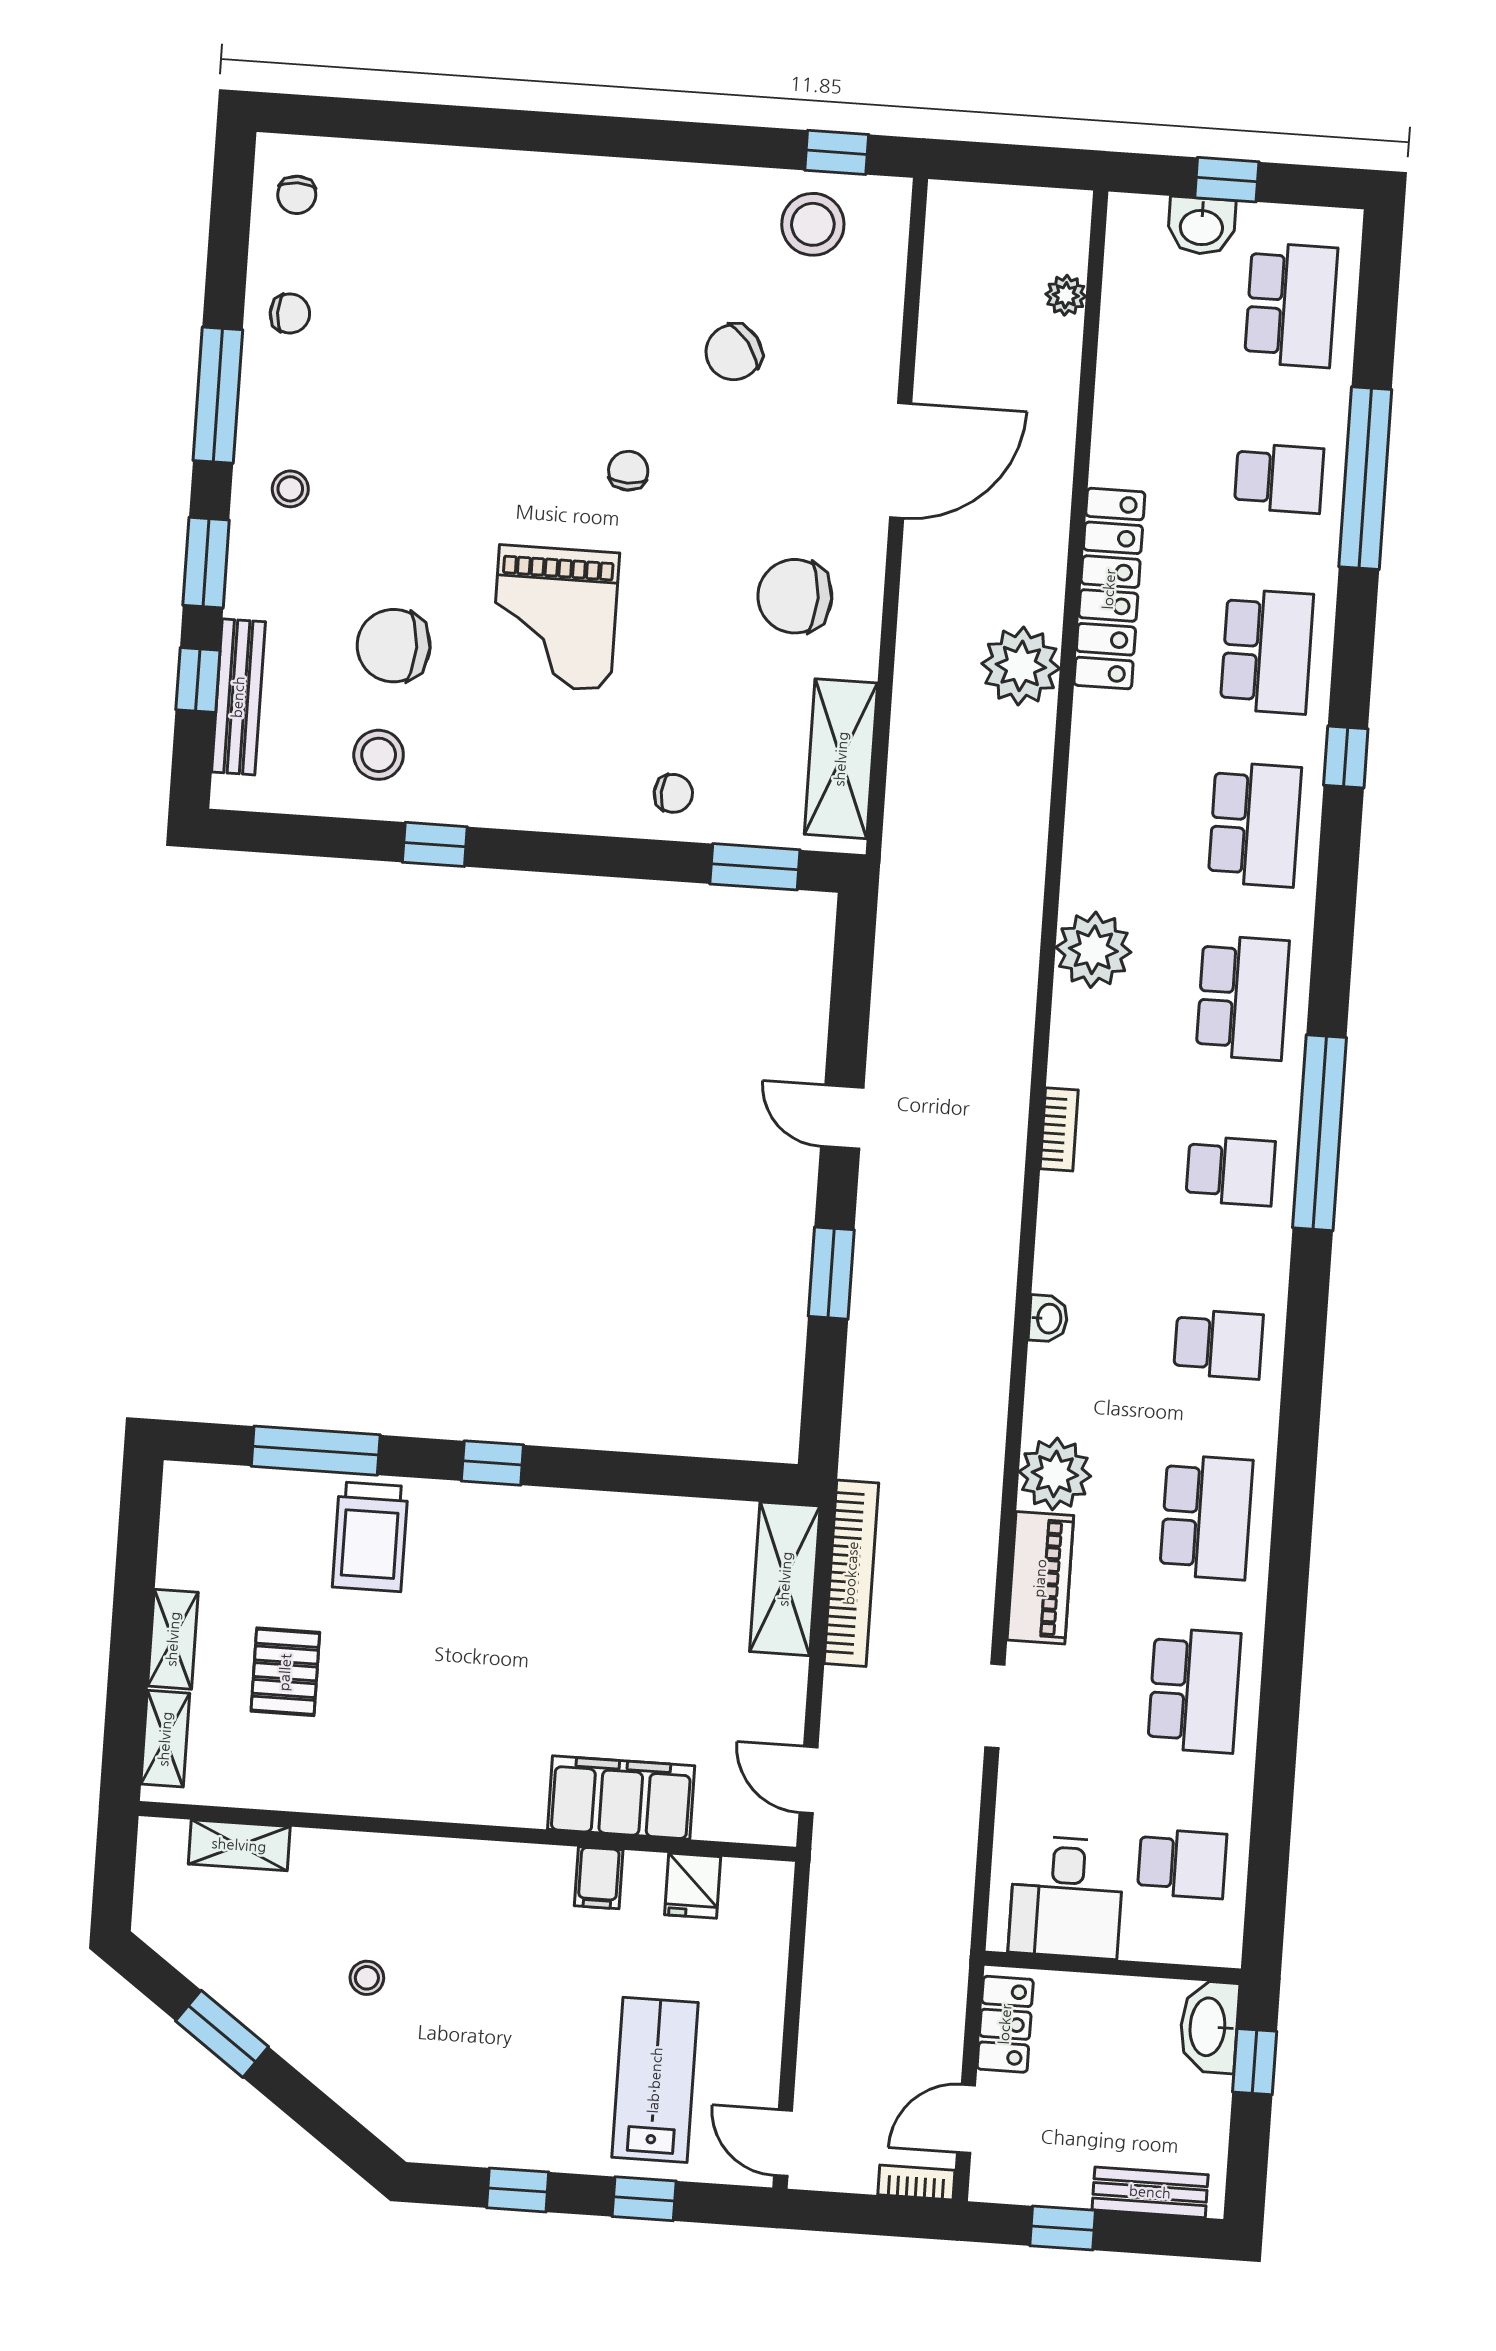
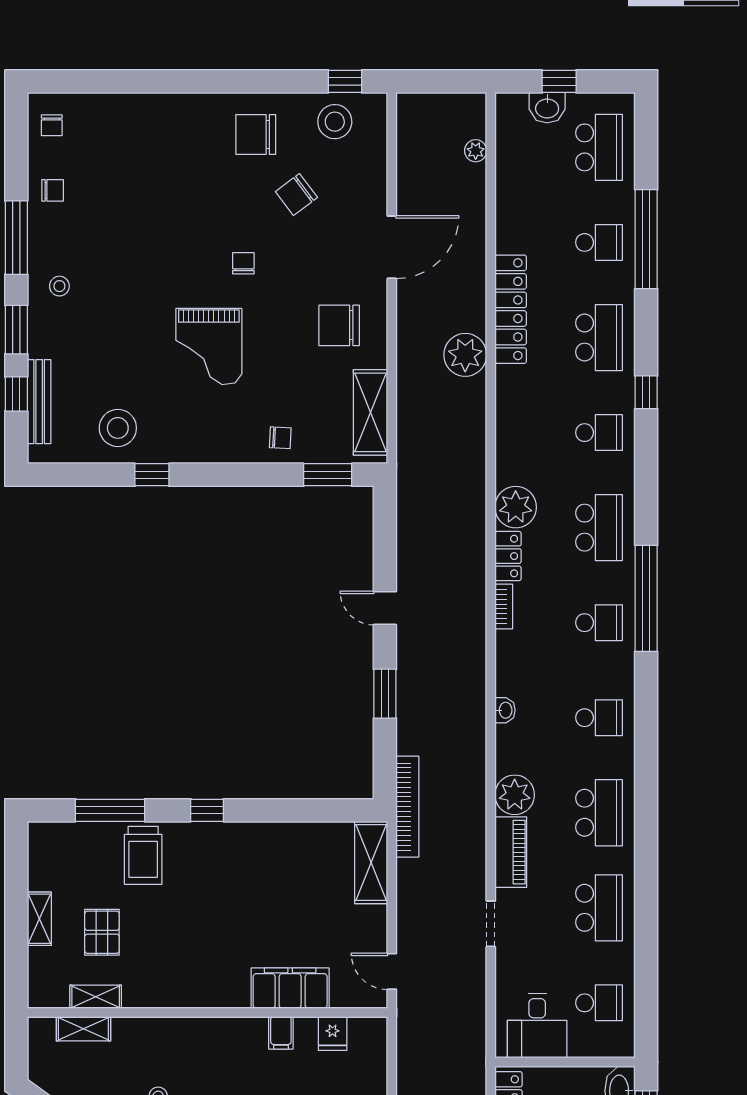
chair: (394, 646) -> (256, 135), moved
stool: (379, 755) -> (118, 428), width x1.38, depth x1.38
school desk: (1255, 825) -> (599, 433), width x0.54
locker: (1073, 1038) -> (508, 556), added
bookcase: (851, 1573) -> (407, 807), moved
shelving: (165, 1739) -> (96, 997), moved, turned 90

